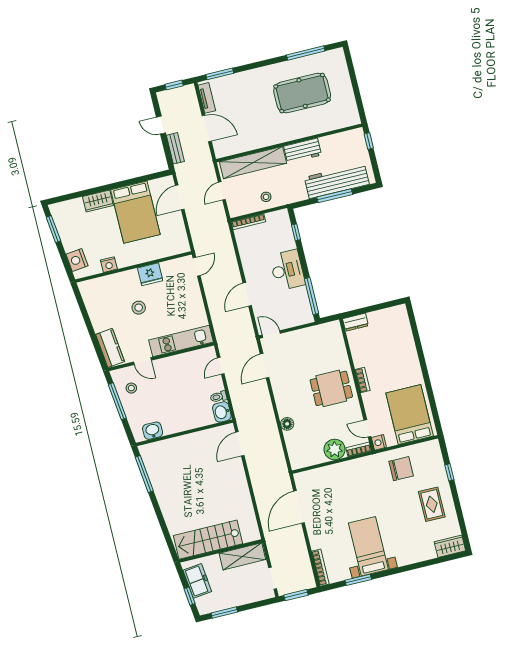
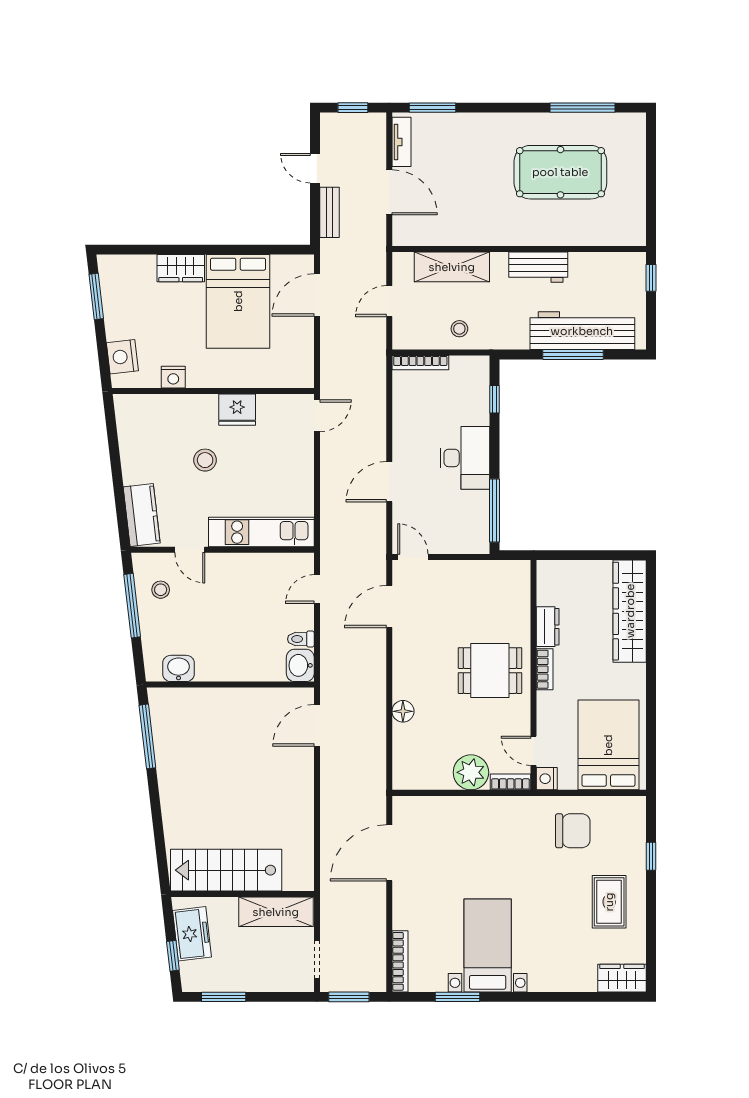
shelving: (253, 163) -> (452, 267), width x0.68
dresser: (355, 322) -> (548, 627), moved, turned -90
wardrobe: (403, 335) -> (630, 611), added

